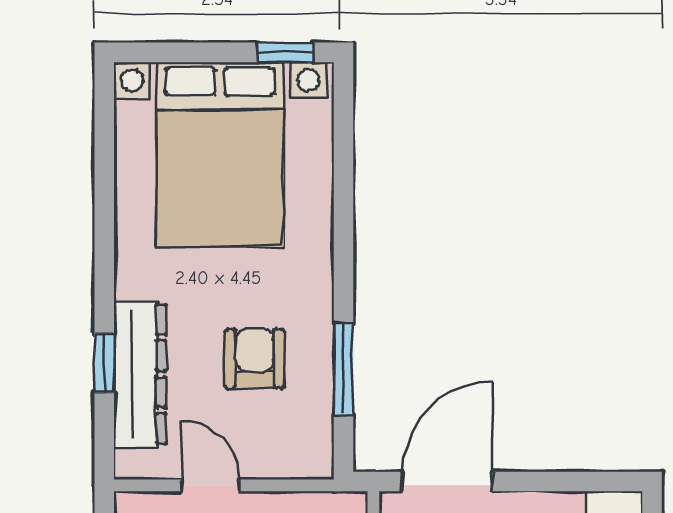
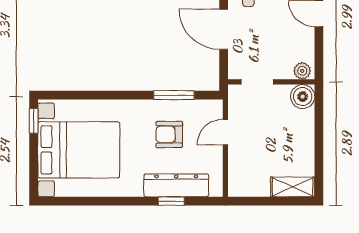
door: (447, 481) -> (224, 29), moved
door: (210, 485) -> (225, 132), moved

